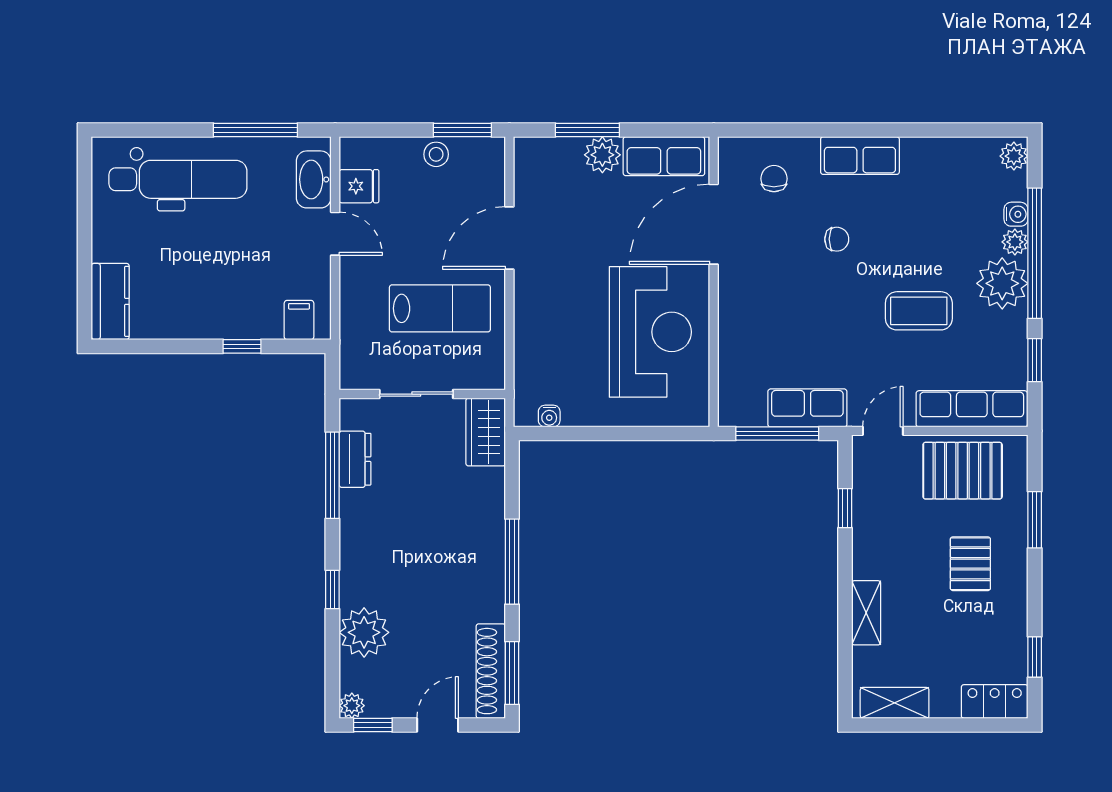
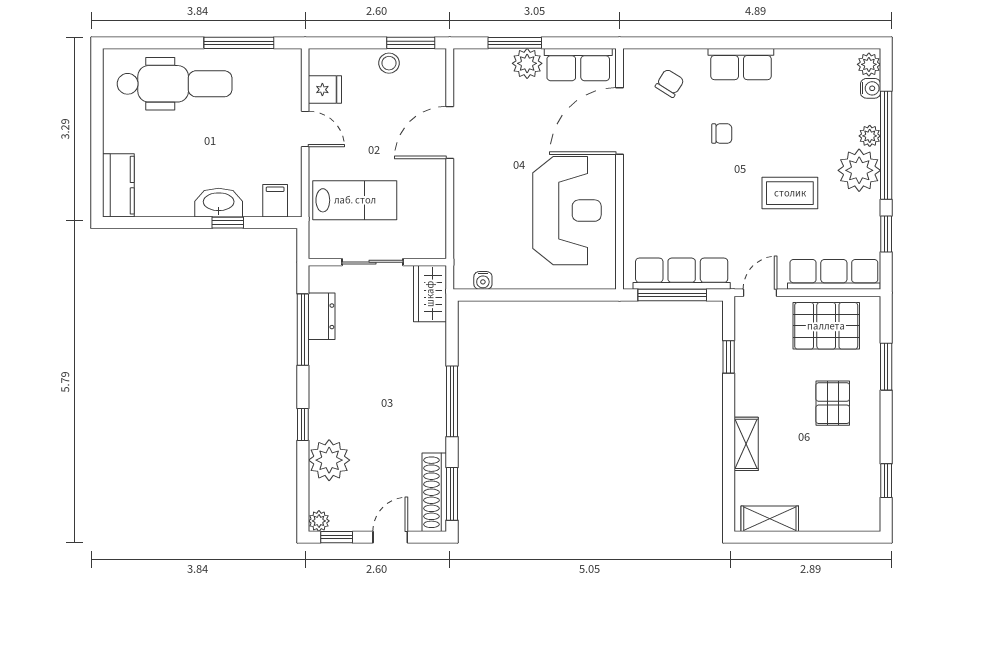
washbasin: (314, 179) -> (219, 203), moved, turned 90
chair: (774, 179) -> (670, 83), turned 32
water cooler: (1016, 214) -> (871, 88), moved
lab bench: (440, 308) -> (355, 200), moved
row of seats: (807, 408) -> (682, 274), width x1.48
locker: (995, 701) -> (853, 518), removed

